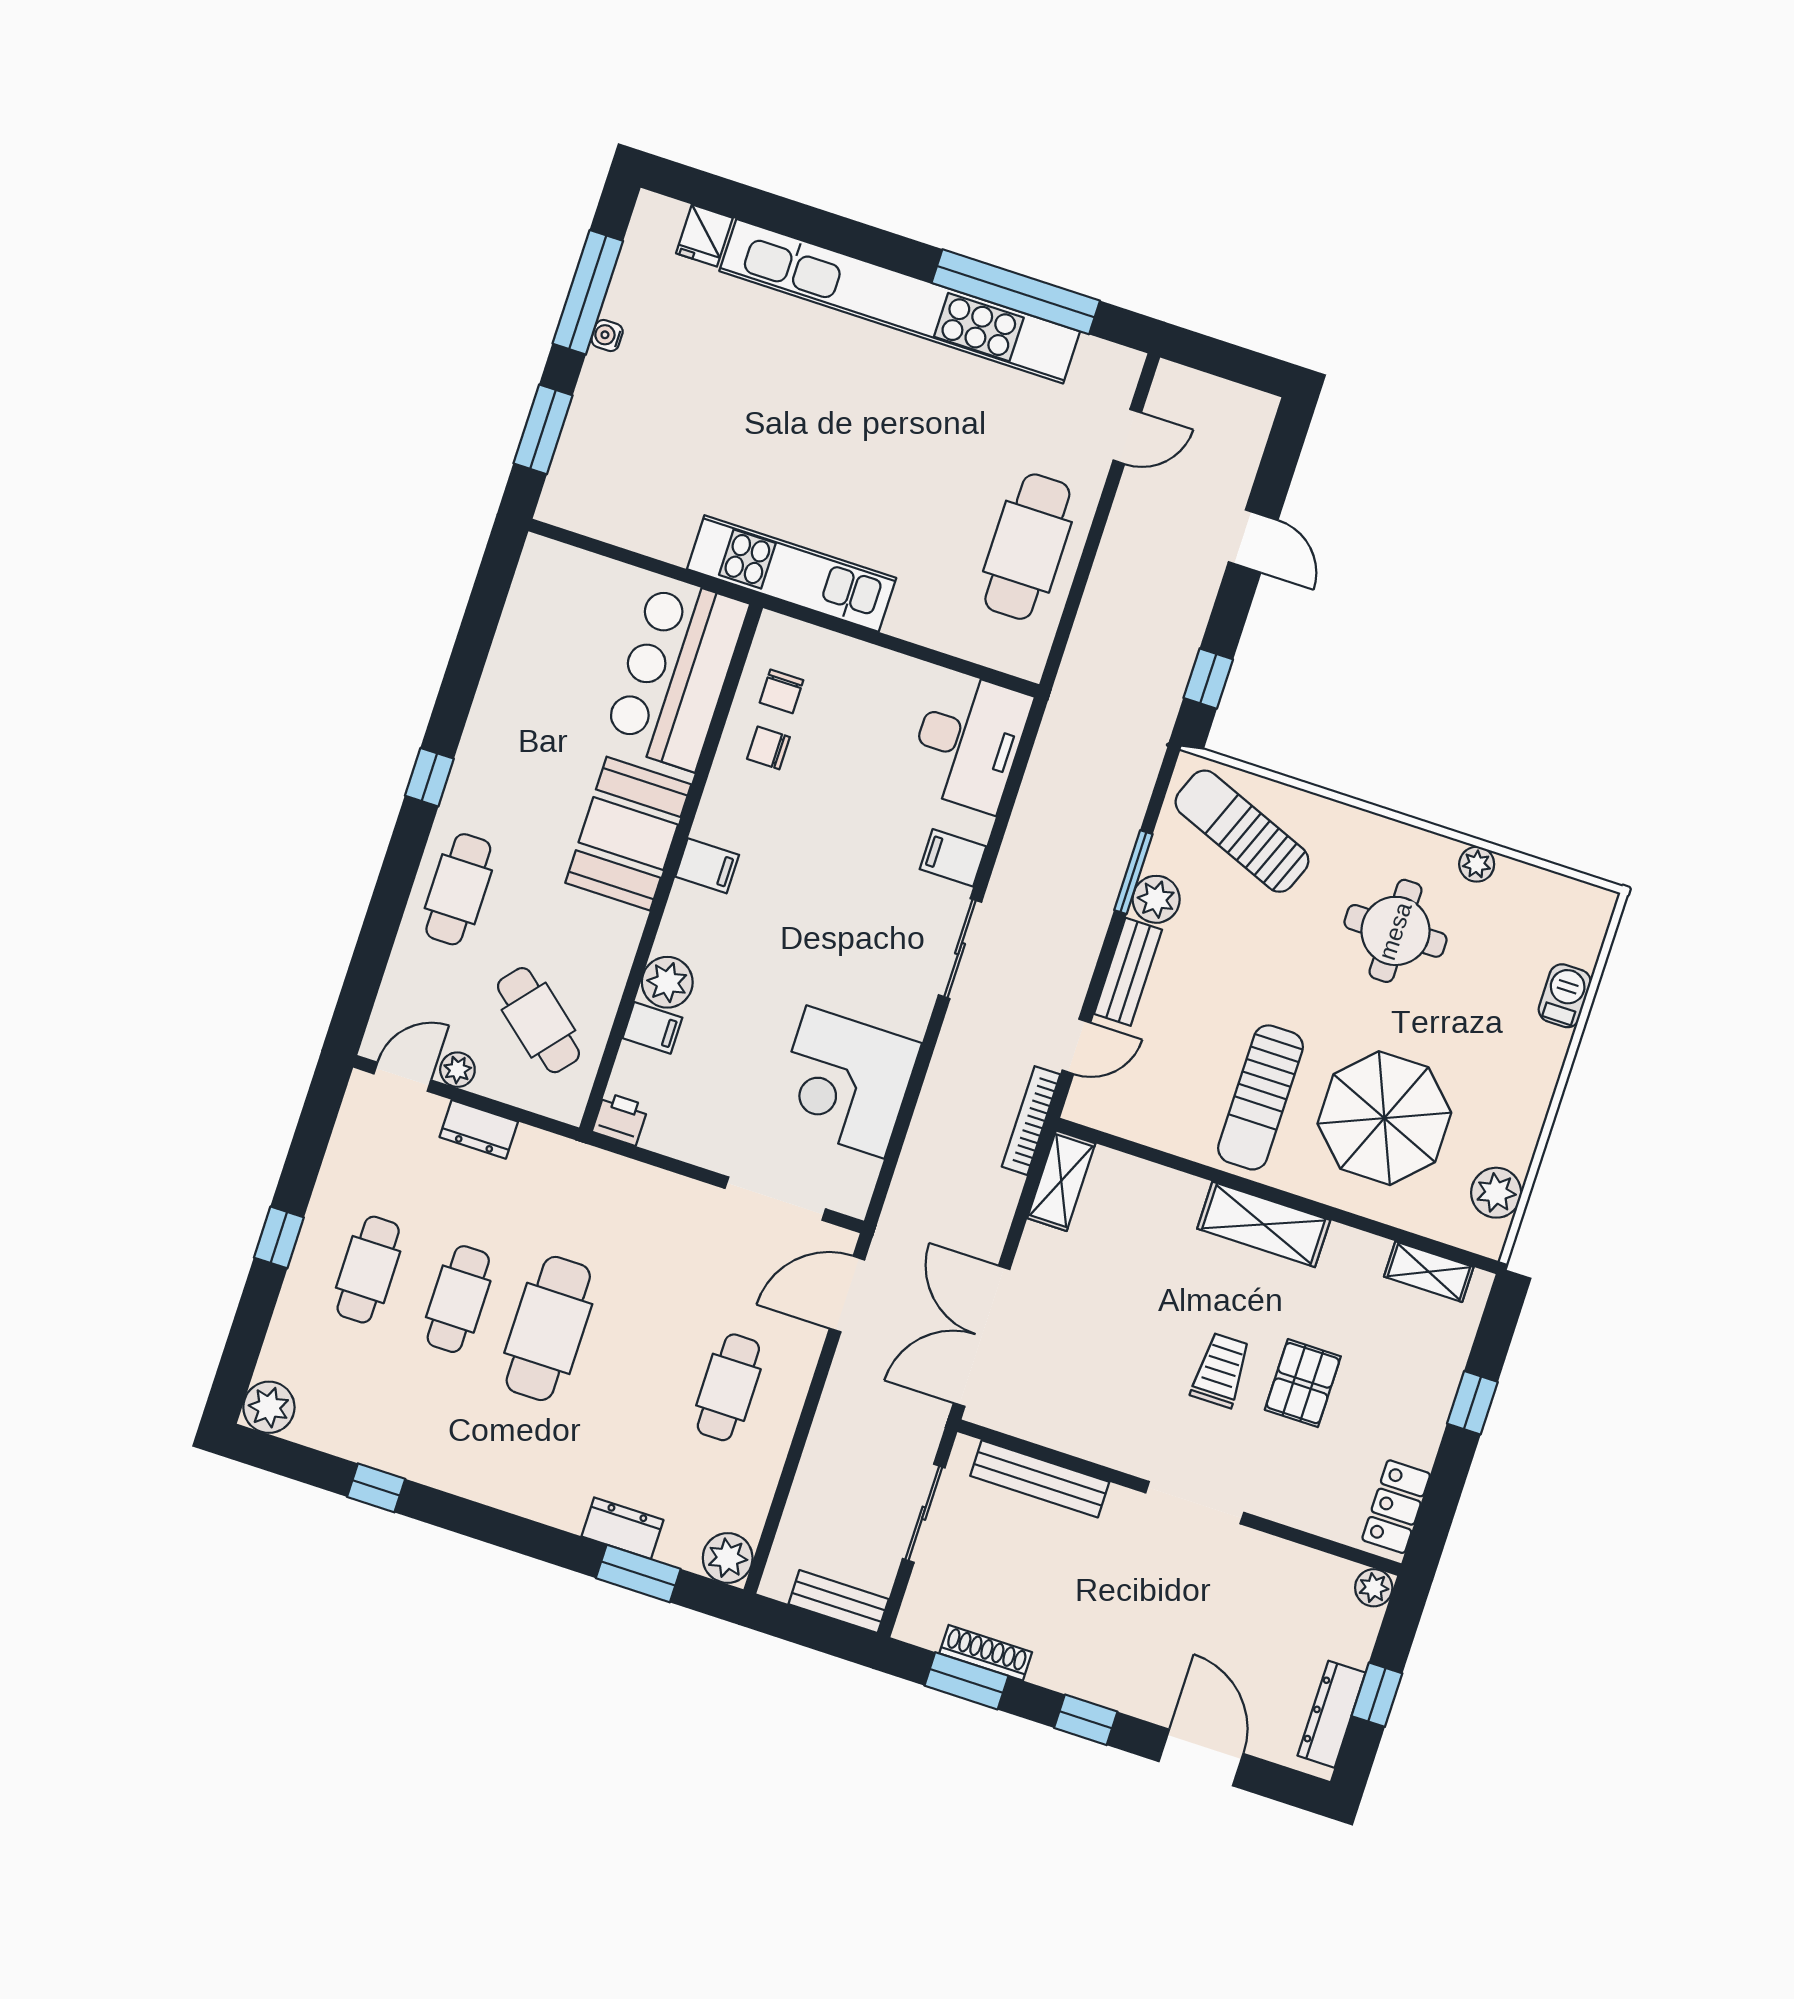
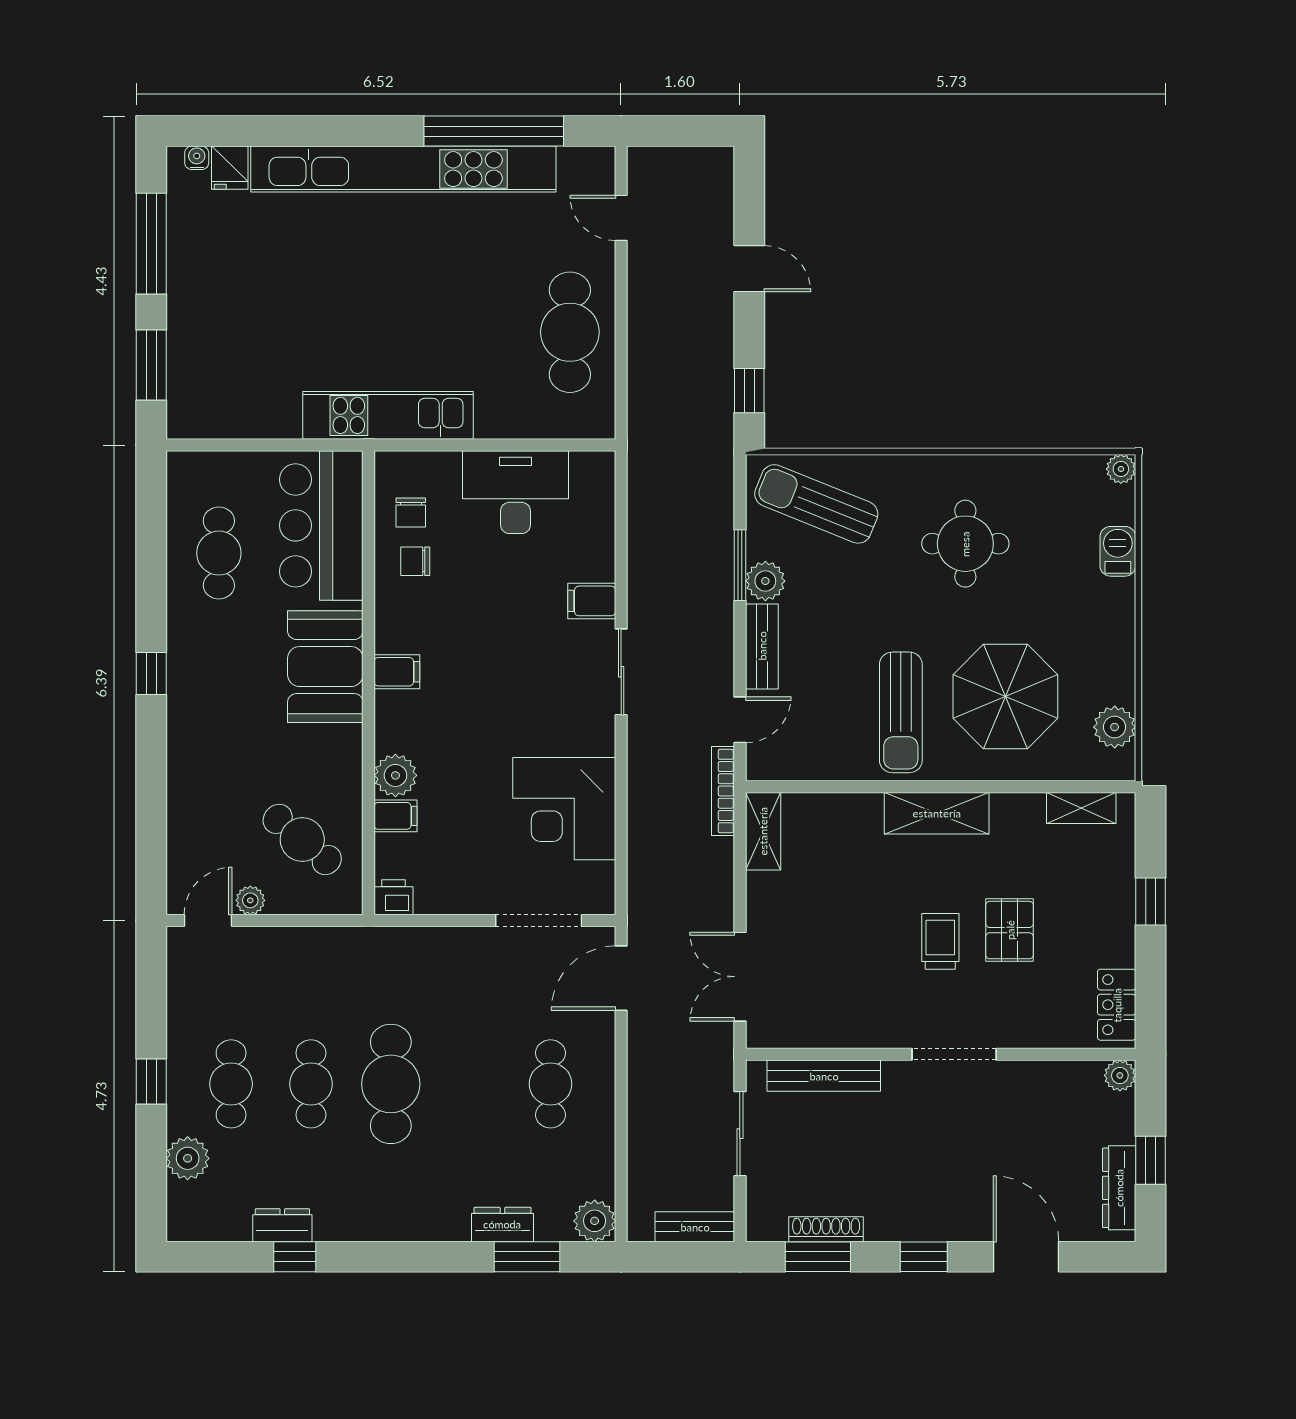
water cooler: (607, 335) -> (197, 158), moved, turned 90
door: (1127, 437) -> (621, 218), swing flipped
desk: (969, 741) -> (515, 492), moved, turned -90
plant: (1477, 864) -> (1121, 469), moved
cafe table: (458, 889) -> (219, 553), moved
dresser: (479, 1129) -> (282, 1225), moved, turned 180
double door: (982, 1336) -> (740, 977), width x0.73
plant: (269, 1407) -> (188, 1158), moved

